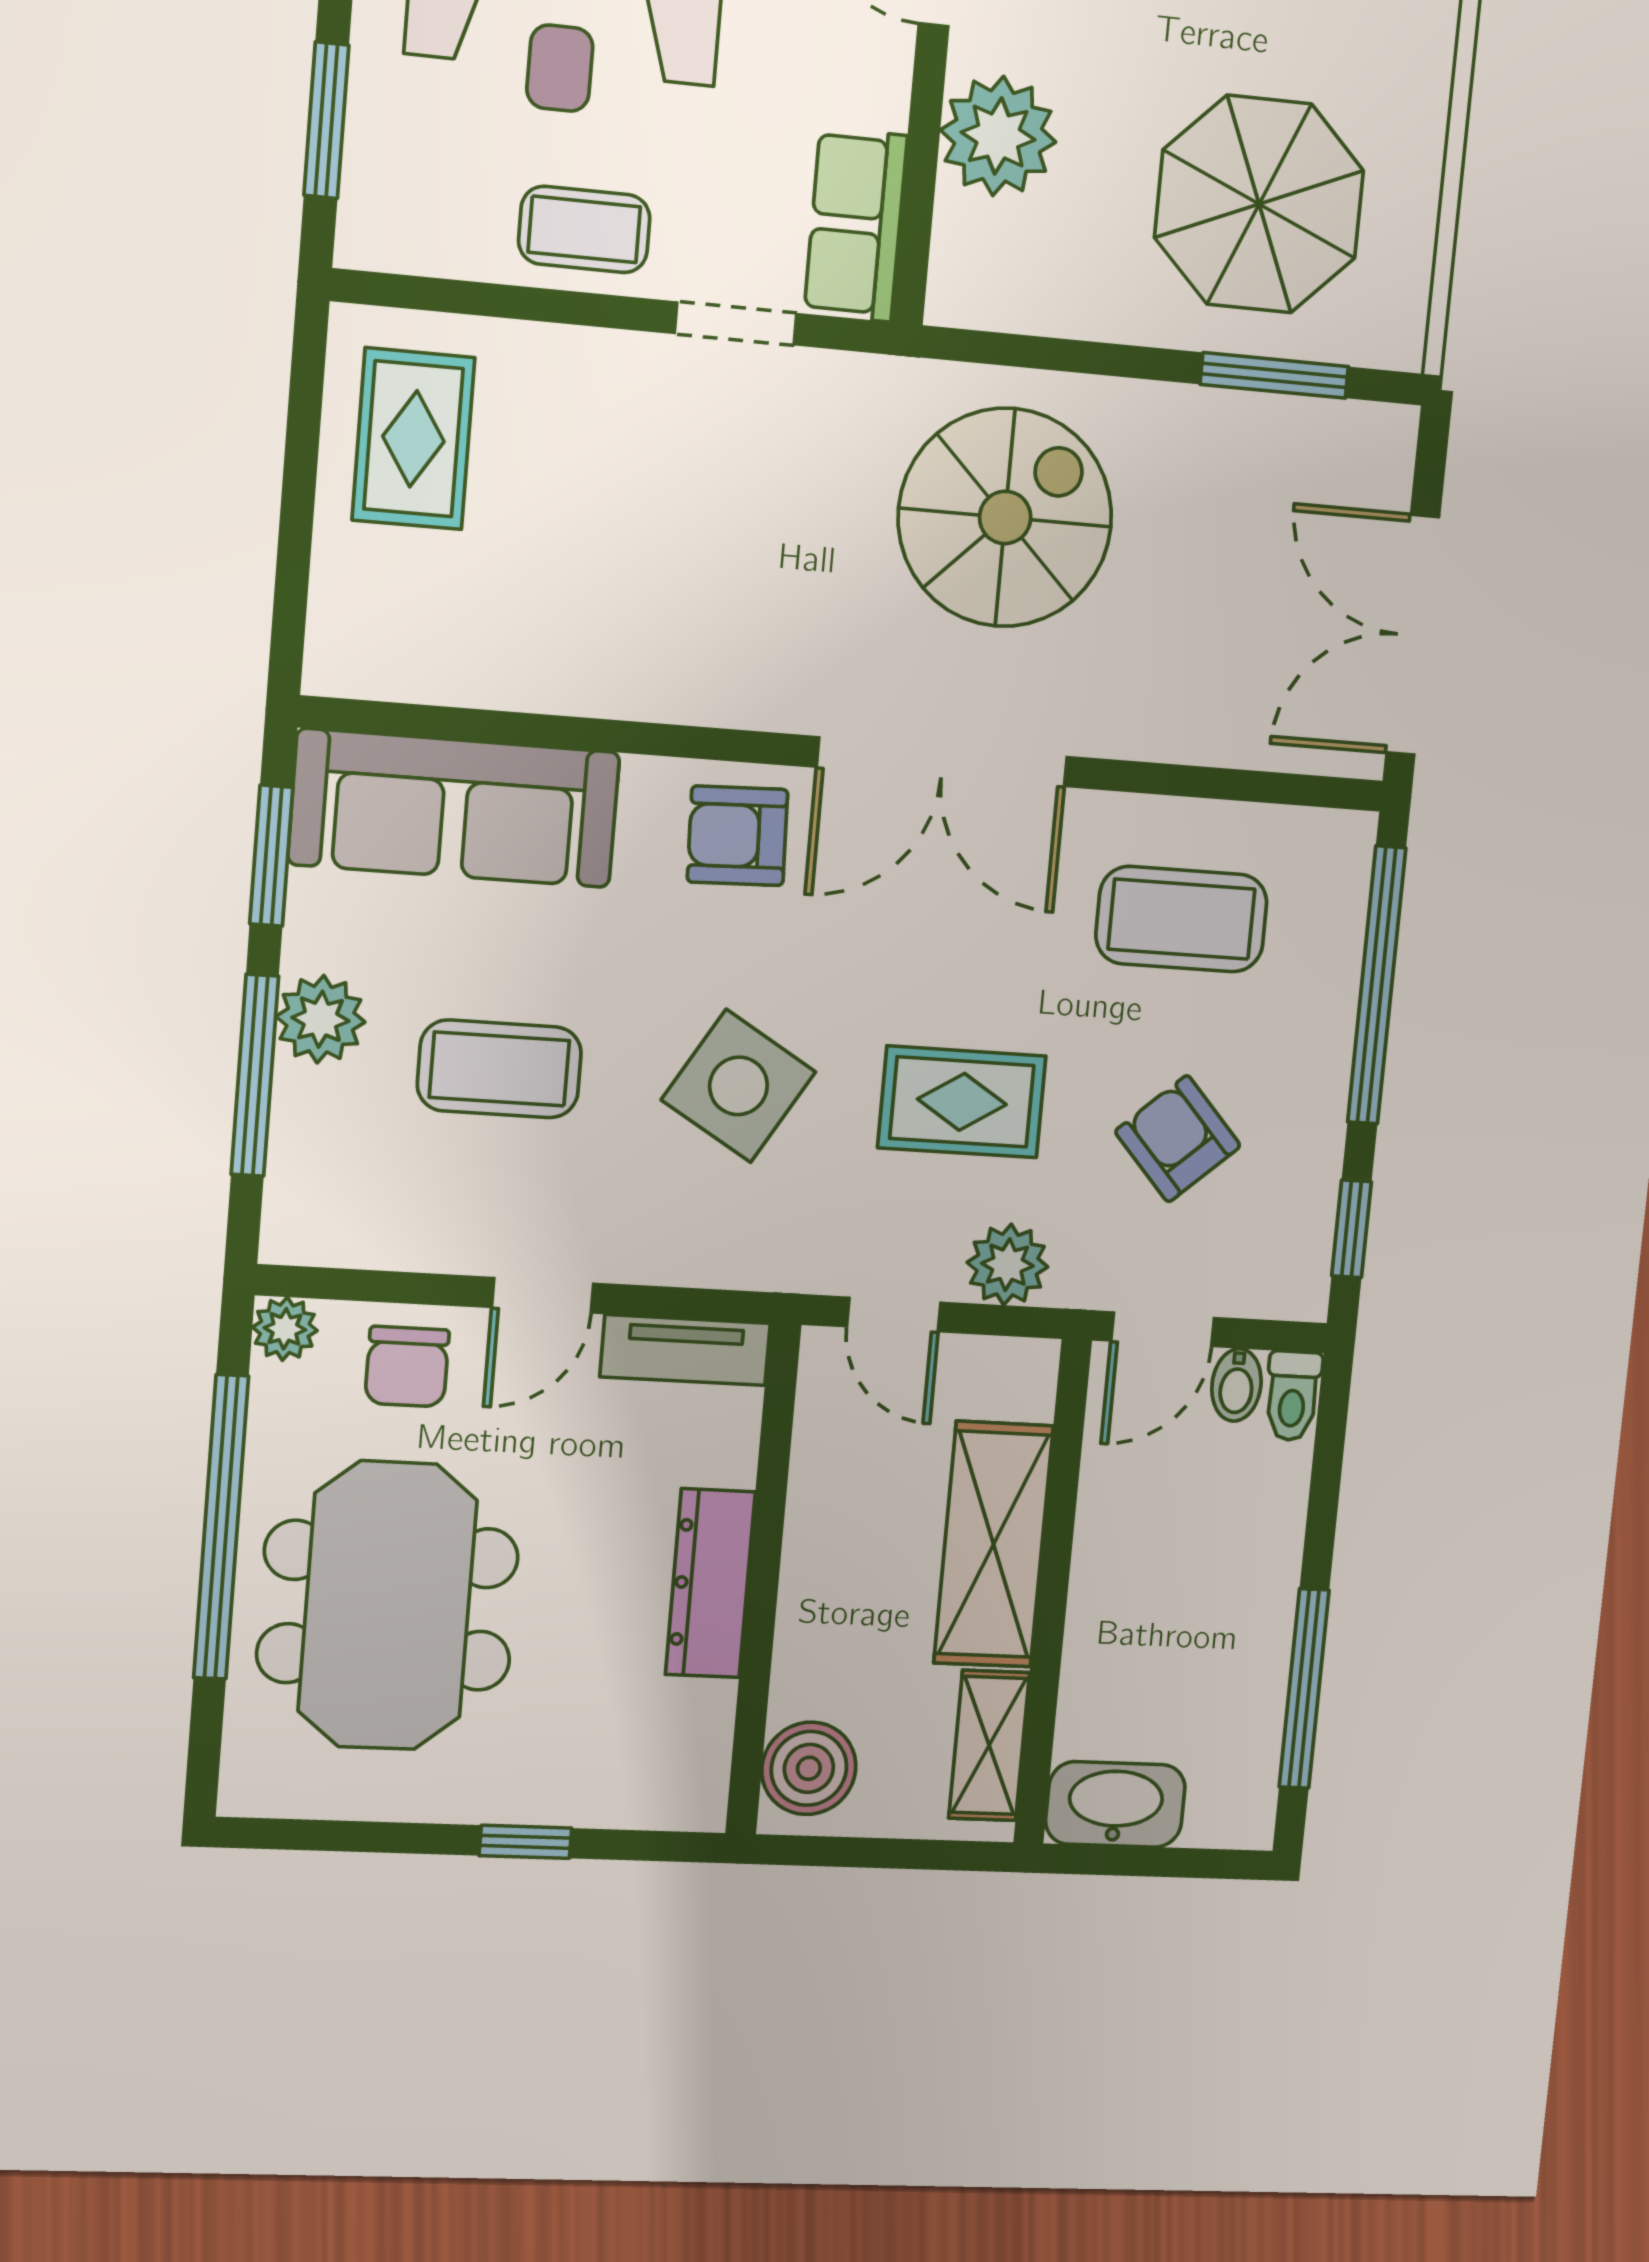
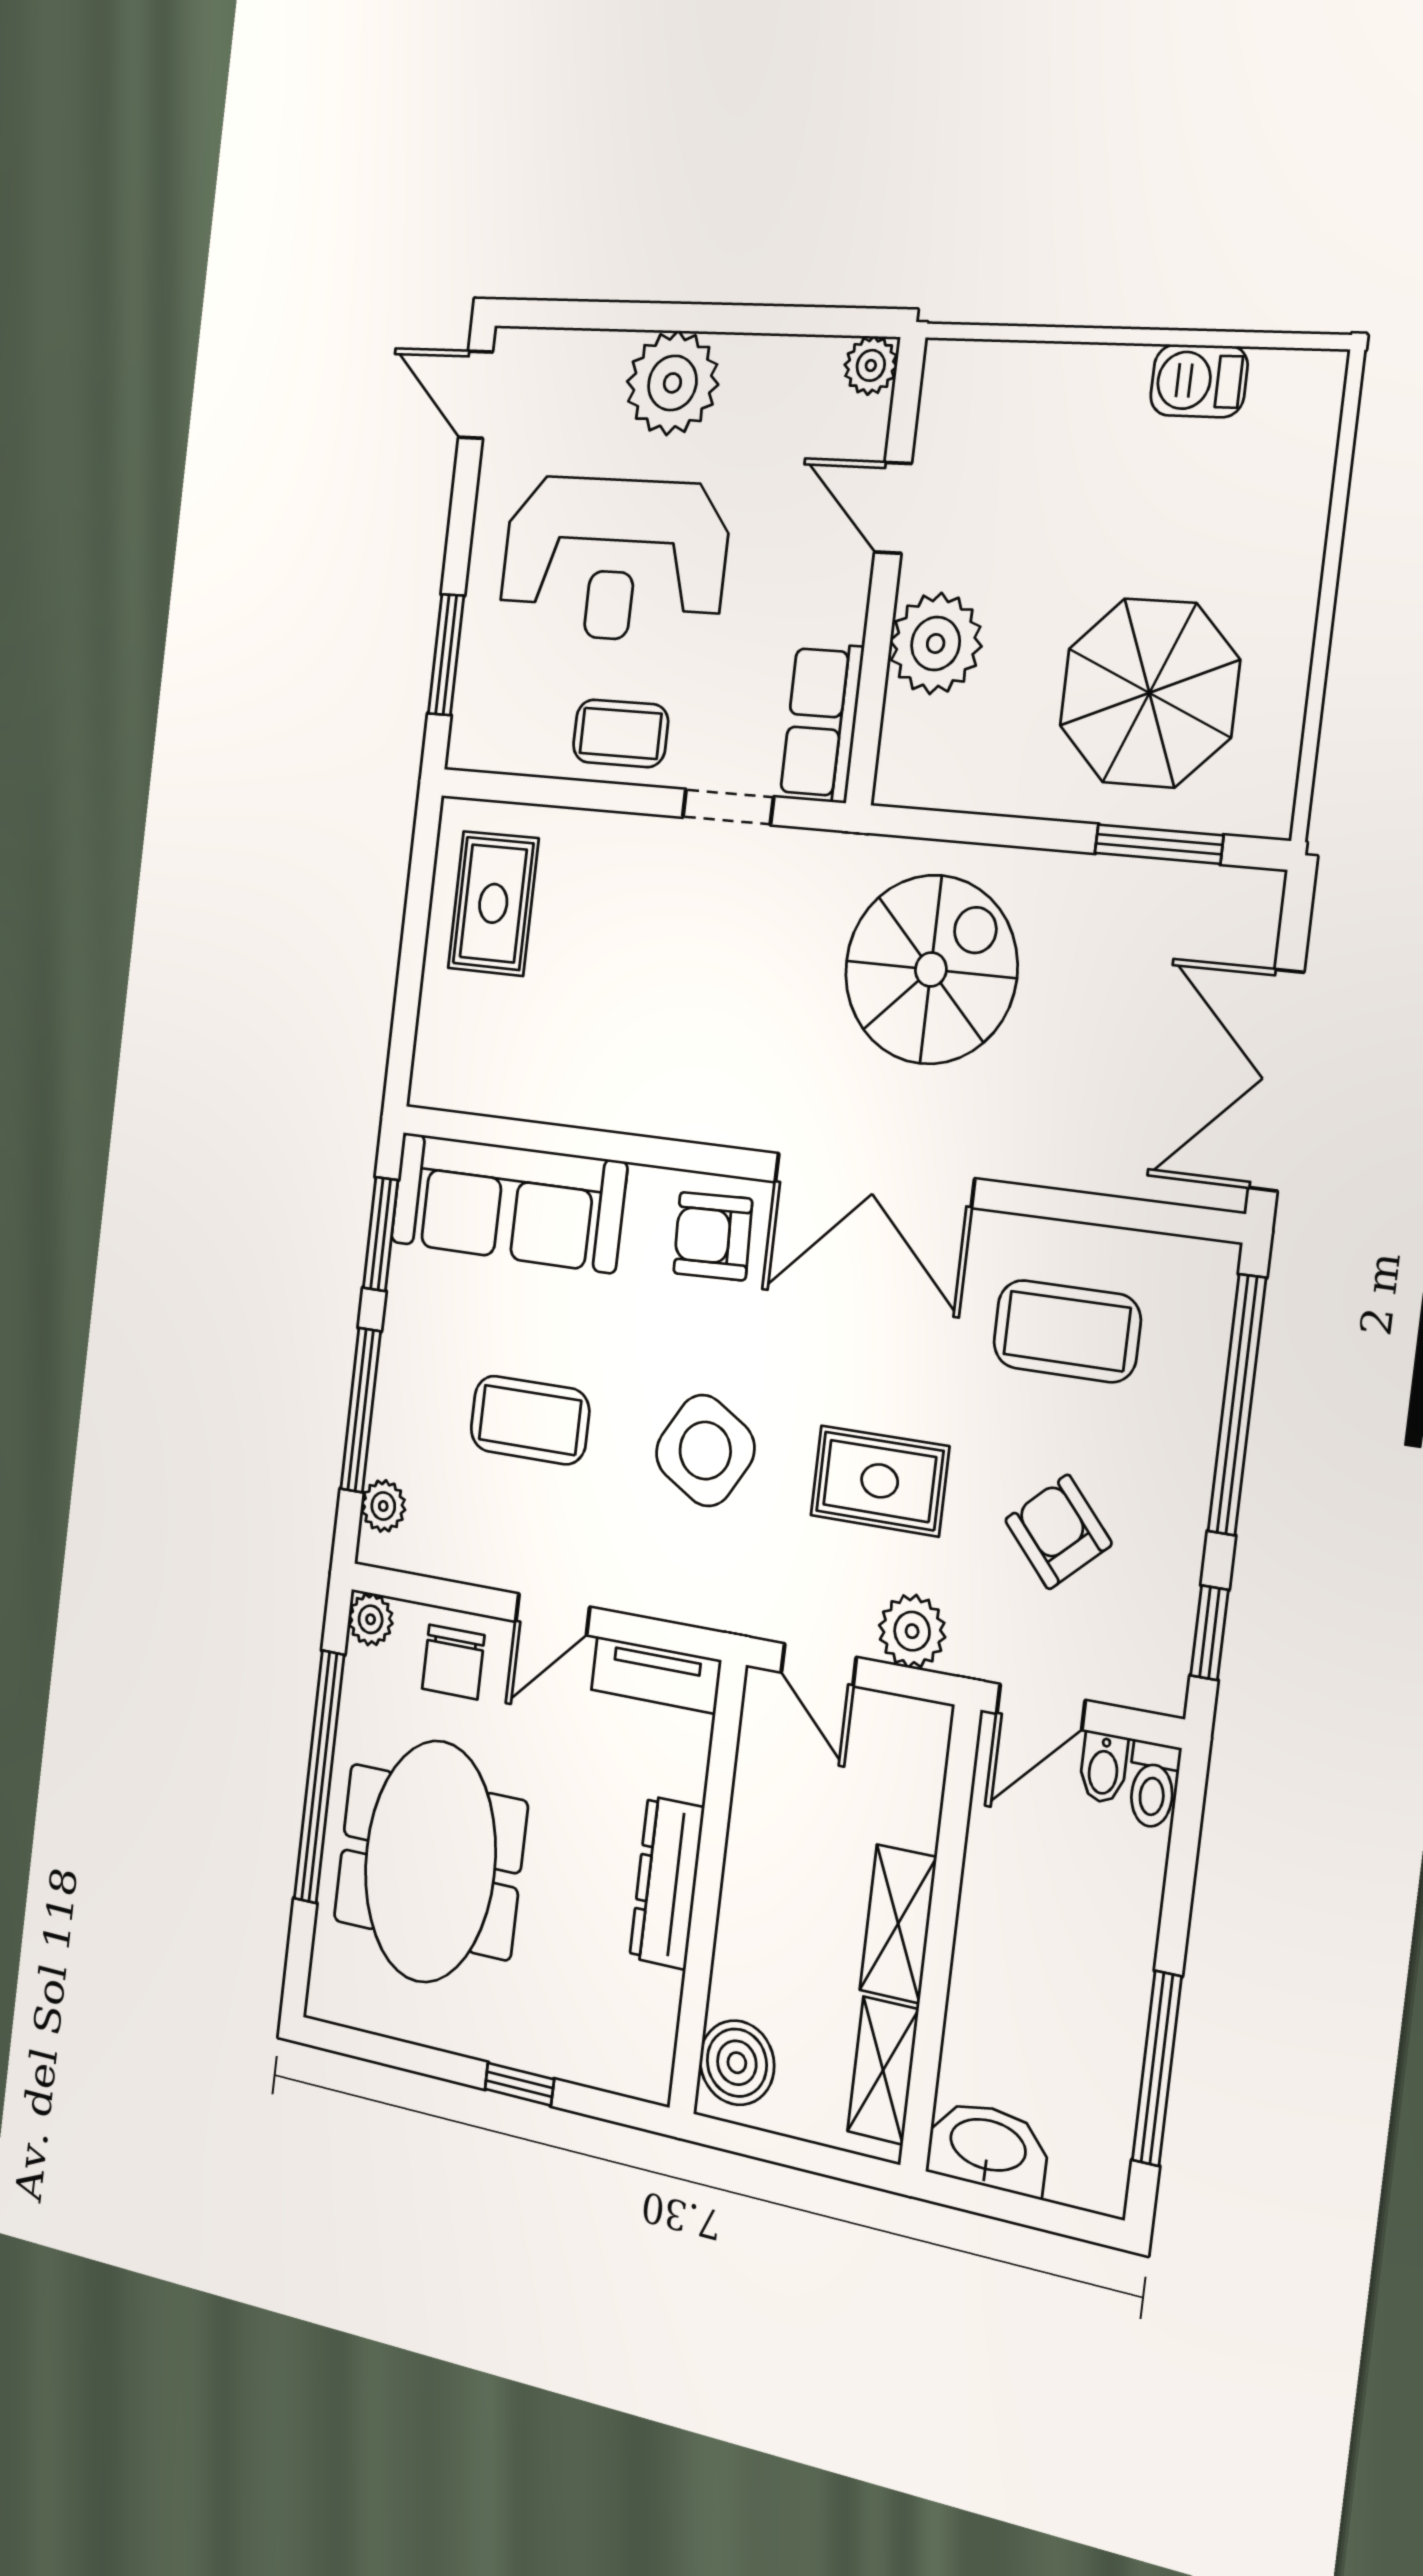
plant: (320, 1019) -> (383, 1506), moved, width x0.73, depth x0.73
shelving: (993, 1544) -> (898, 1924), width x0.67, depth x0.75

